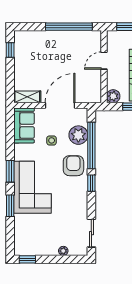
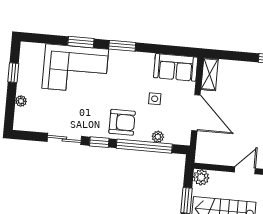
door: (104, 61) -> (245, 170), hinge flipped
plant: (78, 135) -> (158, 137), width x0.53, depth x0.53
corner sofa: (33, 187) -> (75, 69), moved
sliding door: (91, 233) -> (64, 139), moved
window: (27, 259) -> (13, 73), moved

